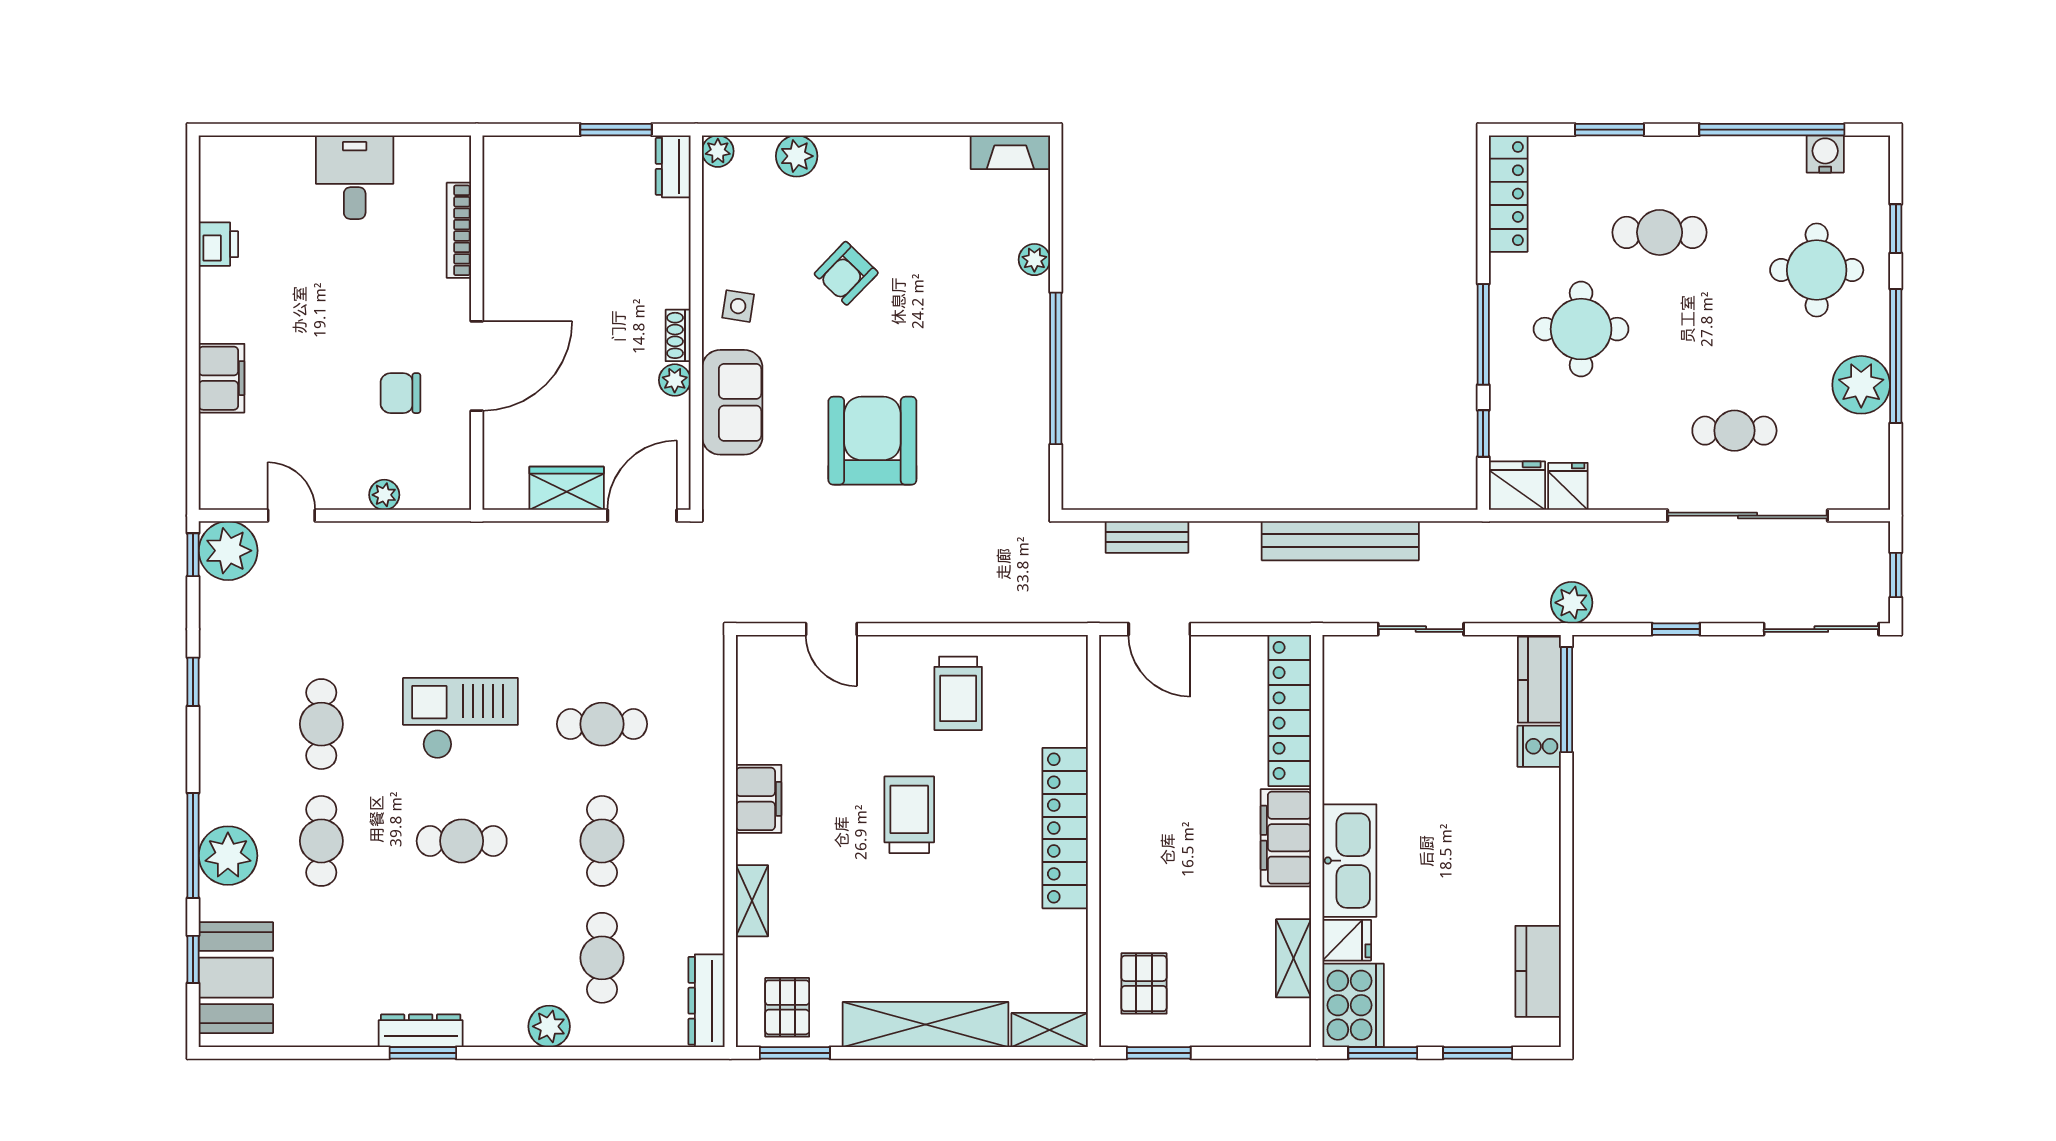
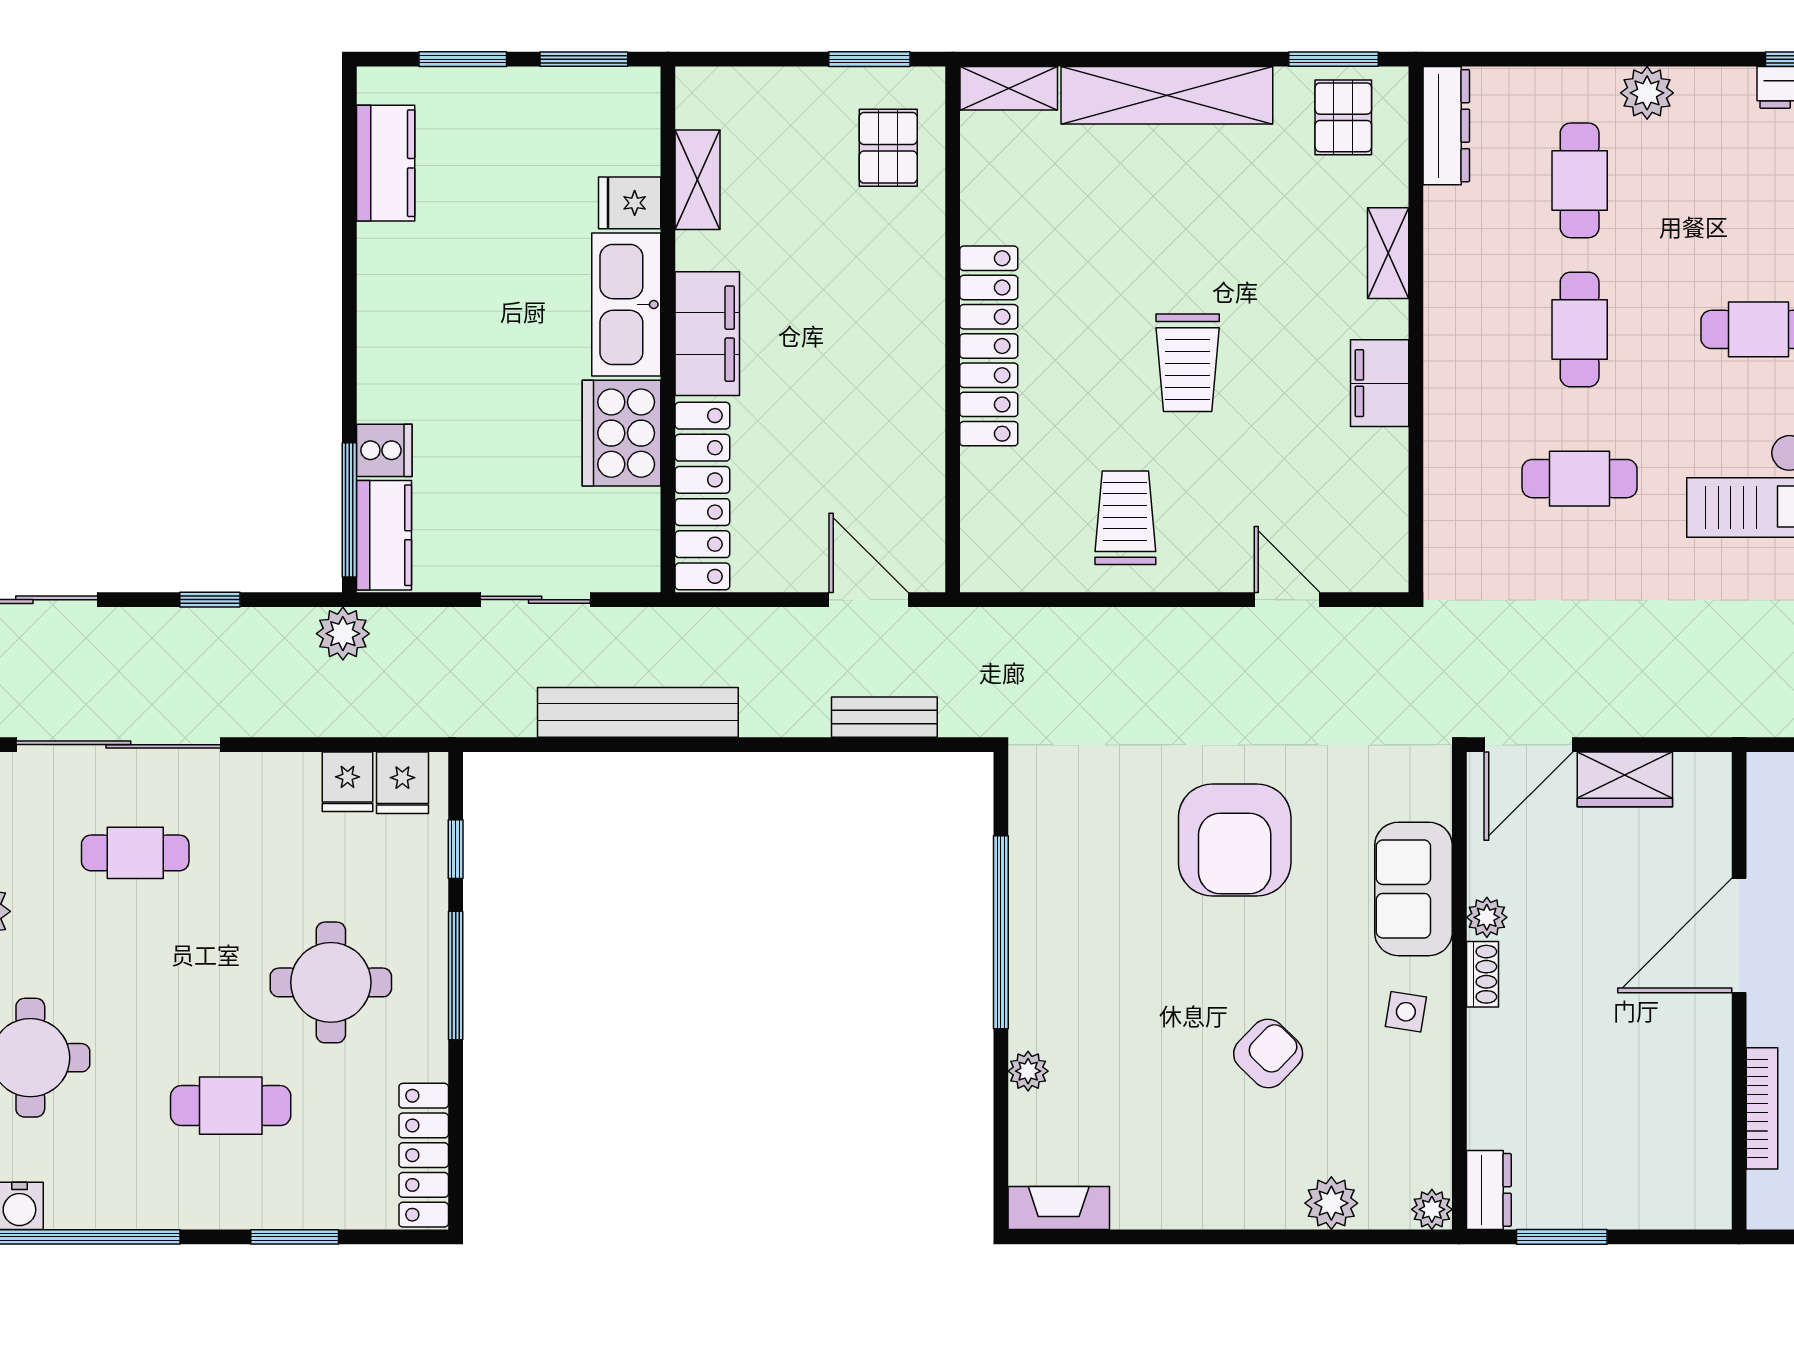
fridge: (1517, 486) -> (402, 783), width x0.72
cooker: (1353, 1005) -> (621, 433), moved

